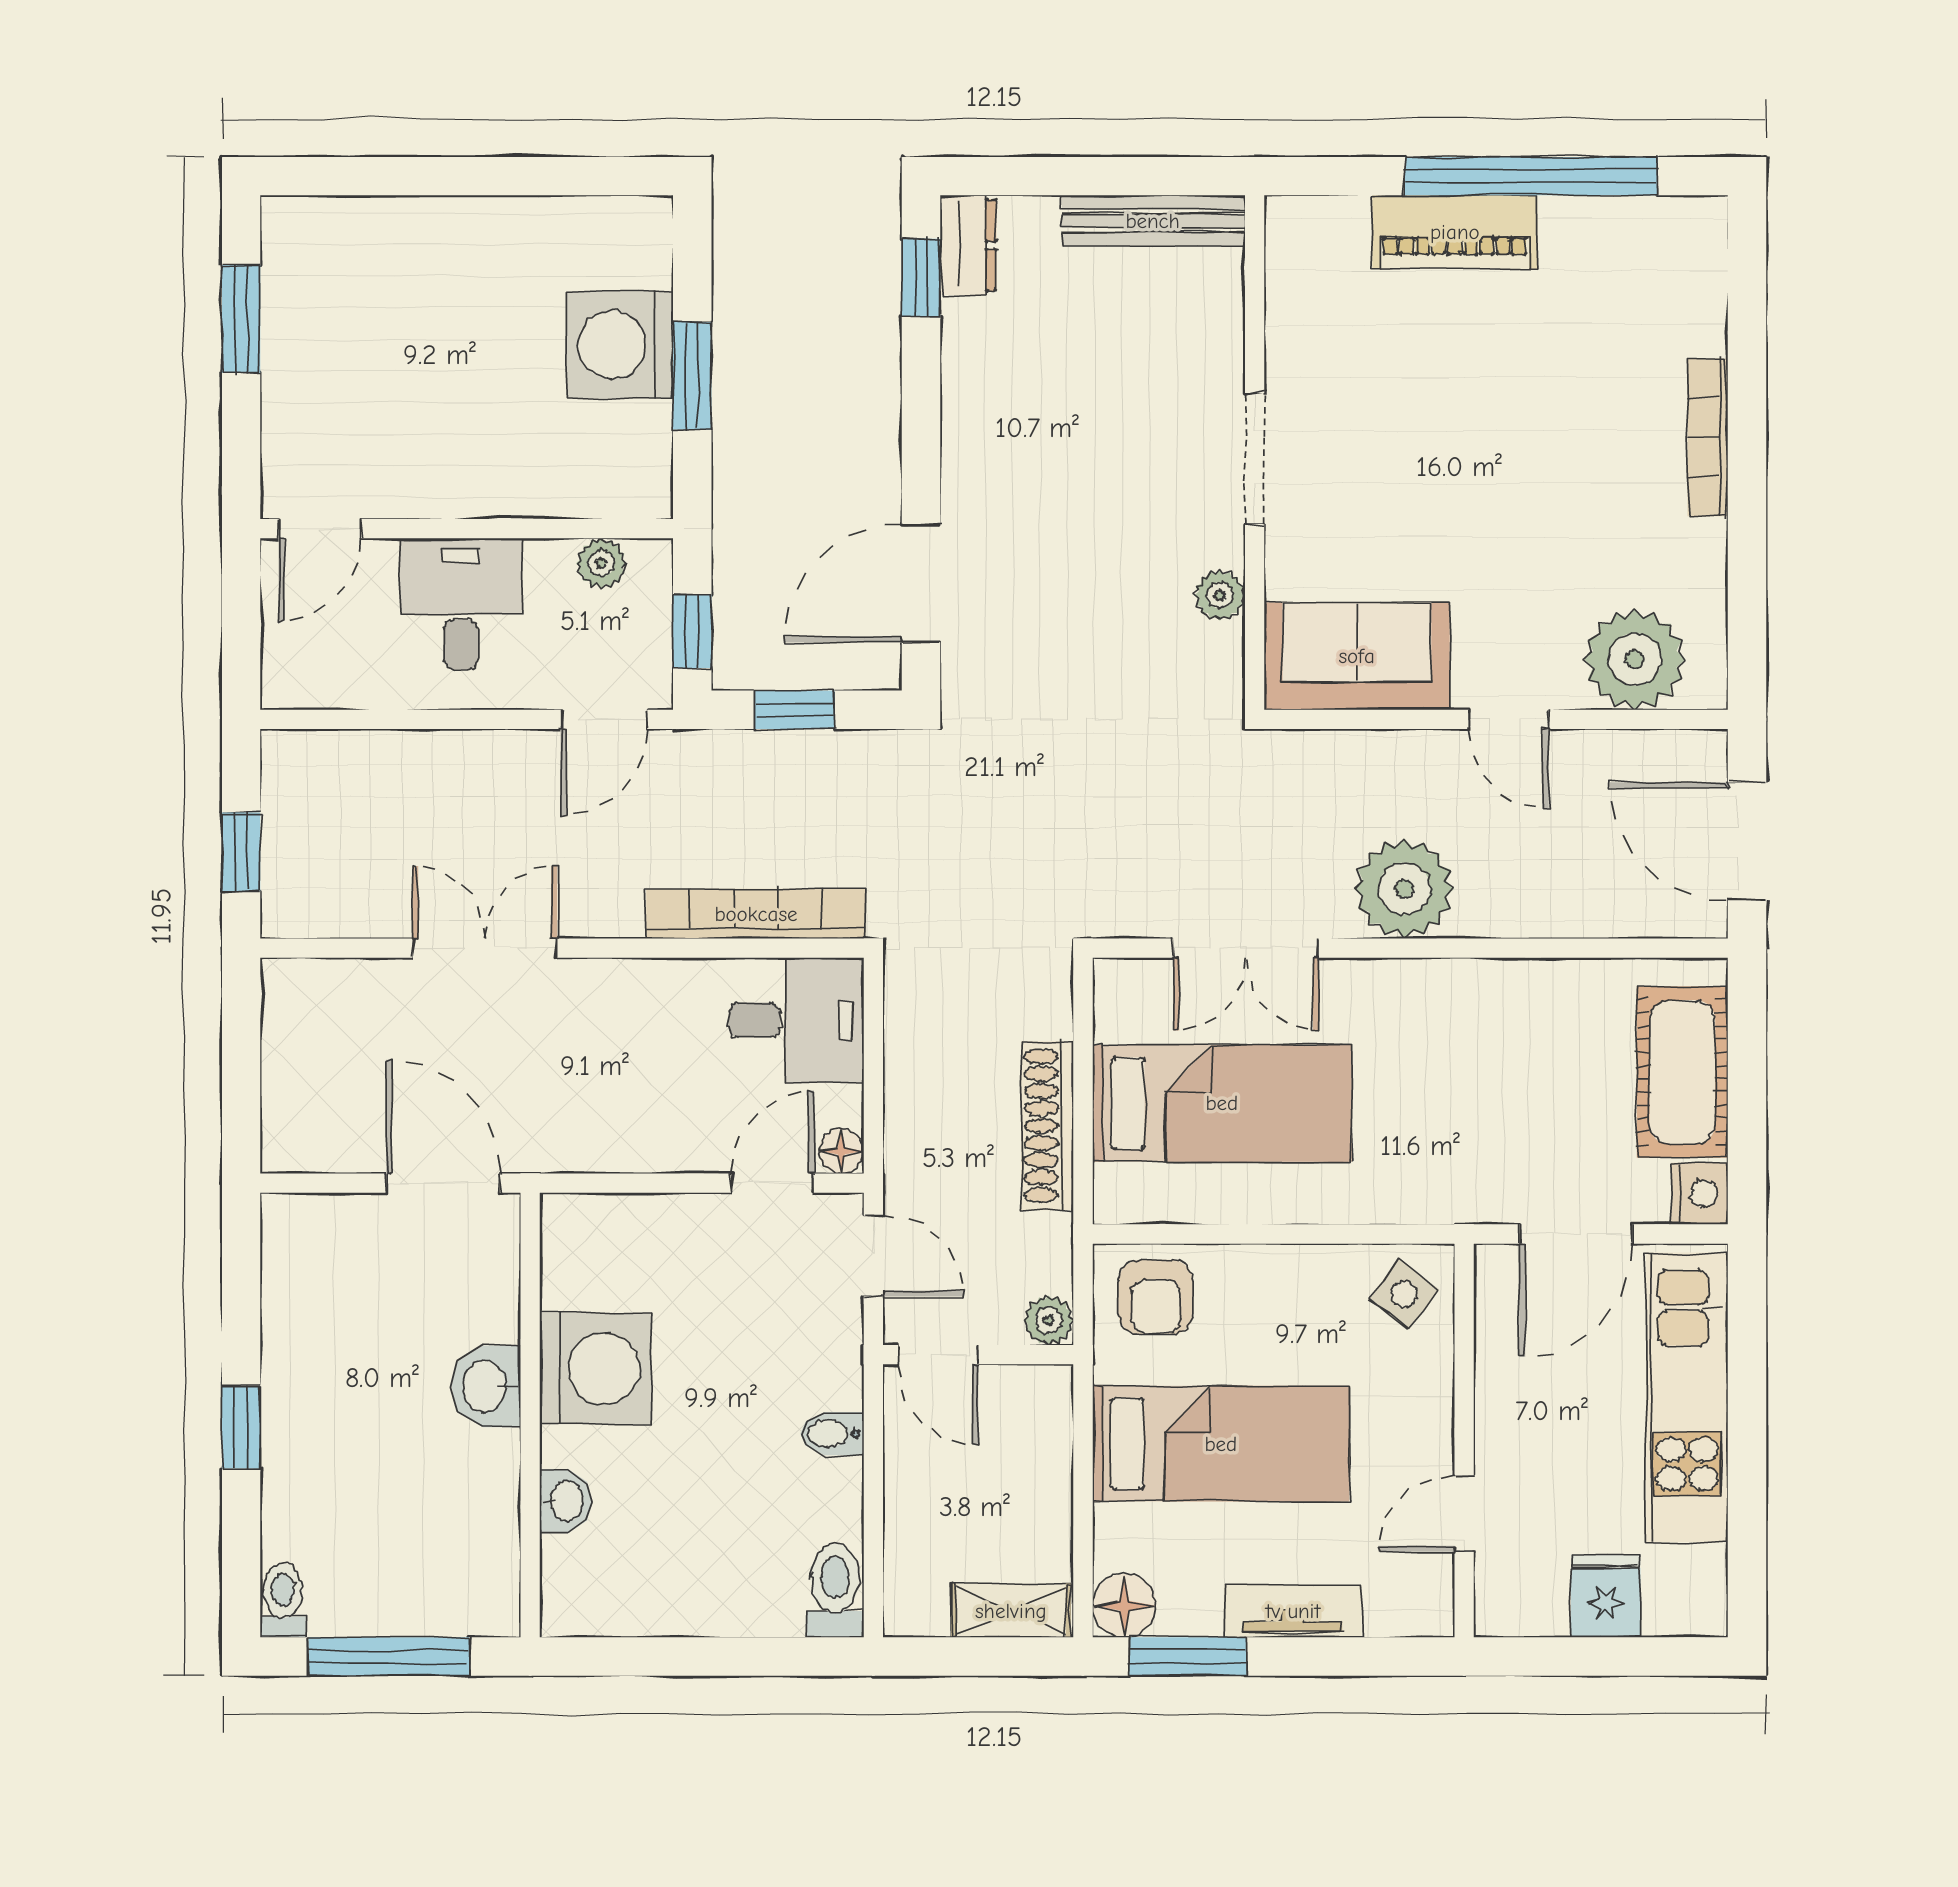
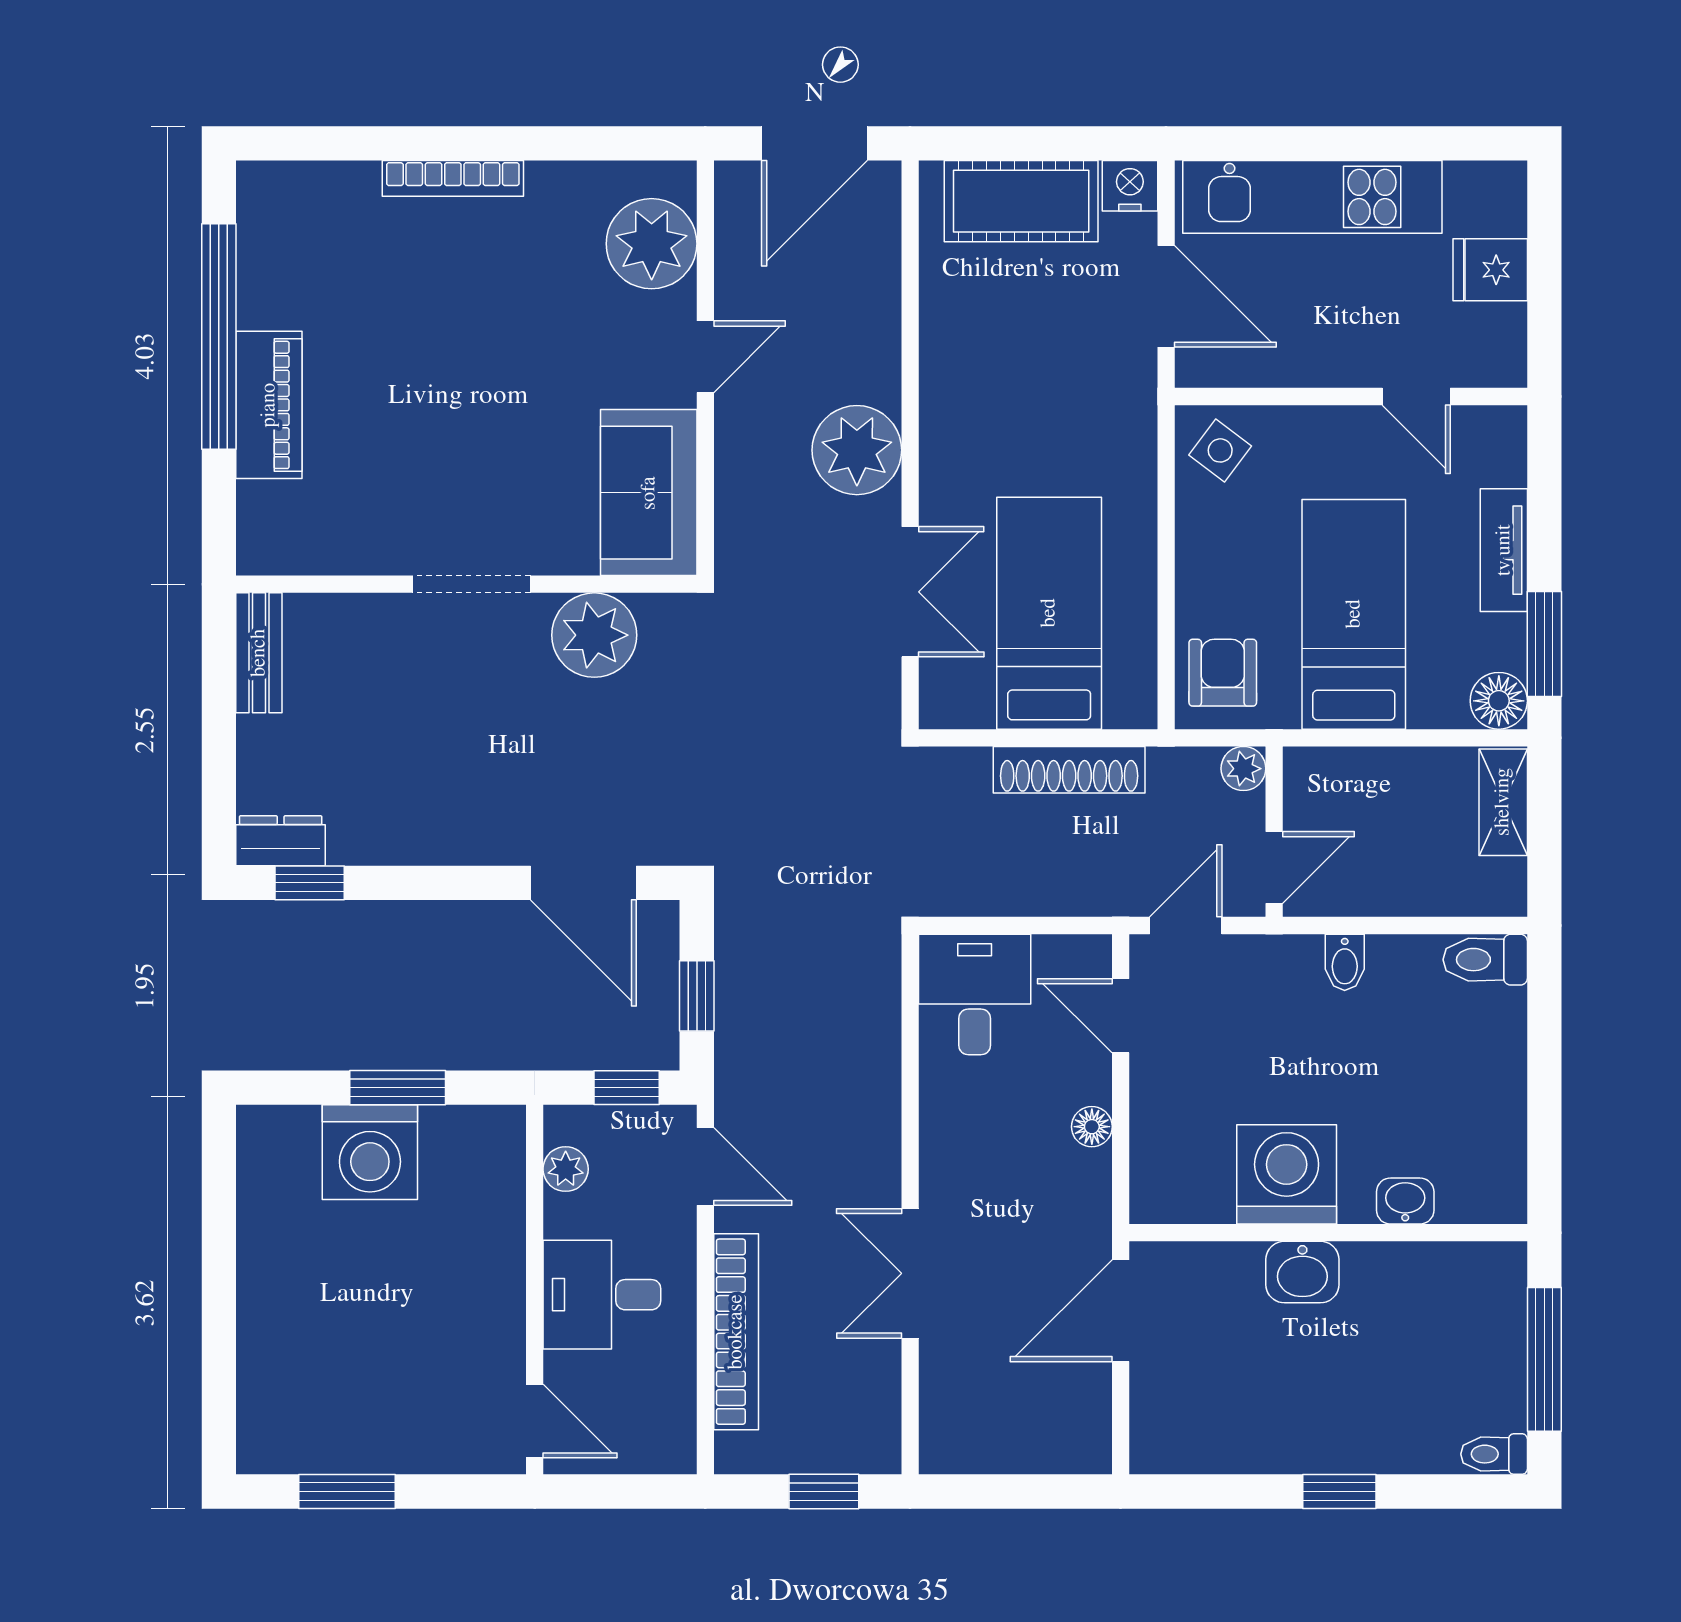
bench: (1153, 221) -> (259, 653), width x0.73
plant: (1220, 595) -> (594, 635), width x1.88, depth x1.88
bookcase: (756, 914) -> (736, 1332), moved, turned 180
floor lamp: (841, 1151) -> (1092, 1127), moved
armchair: (1156, 1297) -> (1223, 673), turned -90

